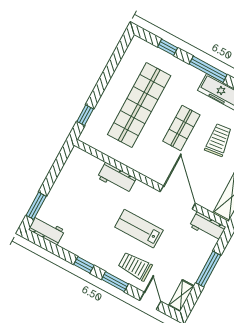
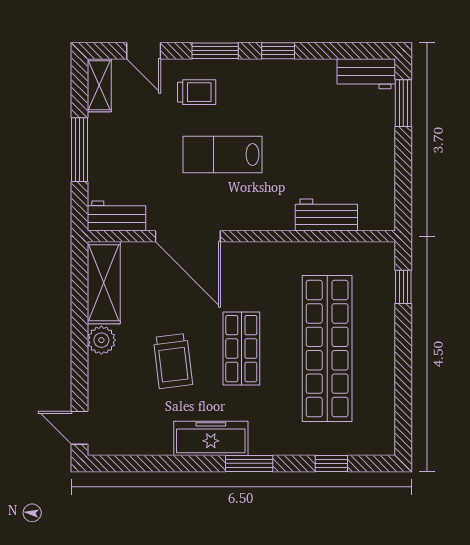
window: (208, 69) -> (249, 463), width x0.69
workbench: (117, 178) -> (326, 215), moved
lab bench: (139, 229) -> (223, 154), turned 180
trolley: (135, 266) -> (197, 92), width x0.73, depth x0.72

